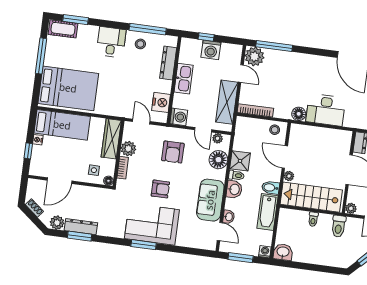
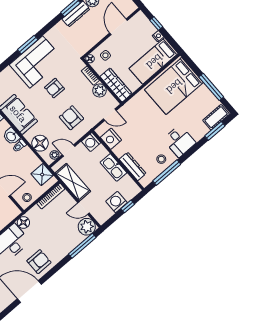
armchair: (320, 71) -> (39, 262), added
shower: (240, 161) -> (42, 175), moved

